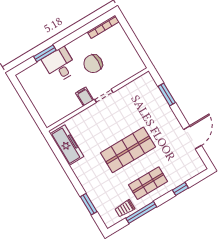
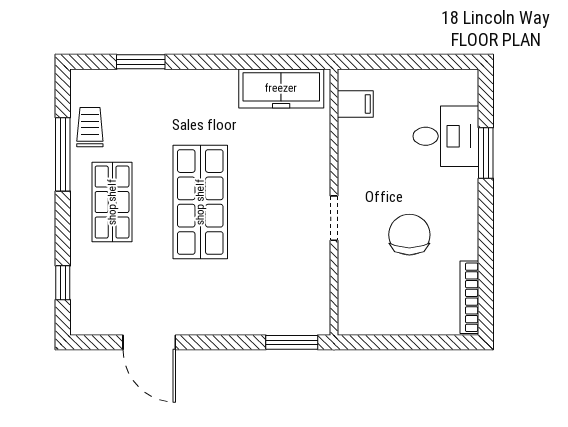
desk: (60, 65) -> (446, 136), moved
window: (167, 95) -> (292, 342), moved
filing cabinet: (85, 96) -> (355, 104), moved
window: (180, 189) -> (63, 283), moved

